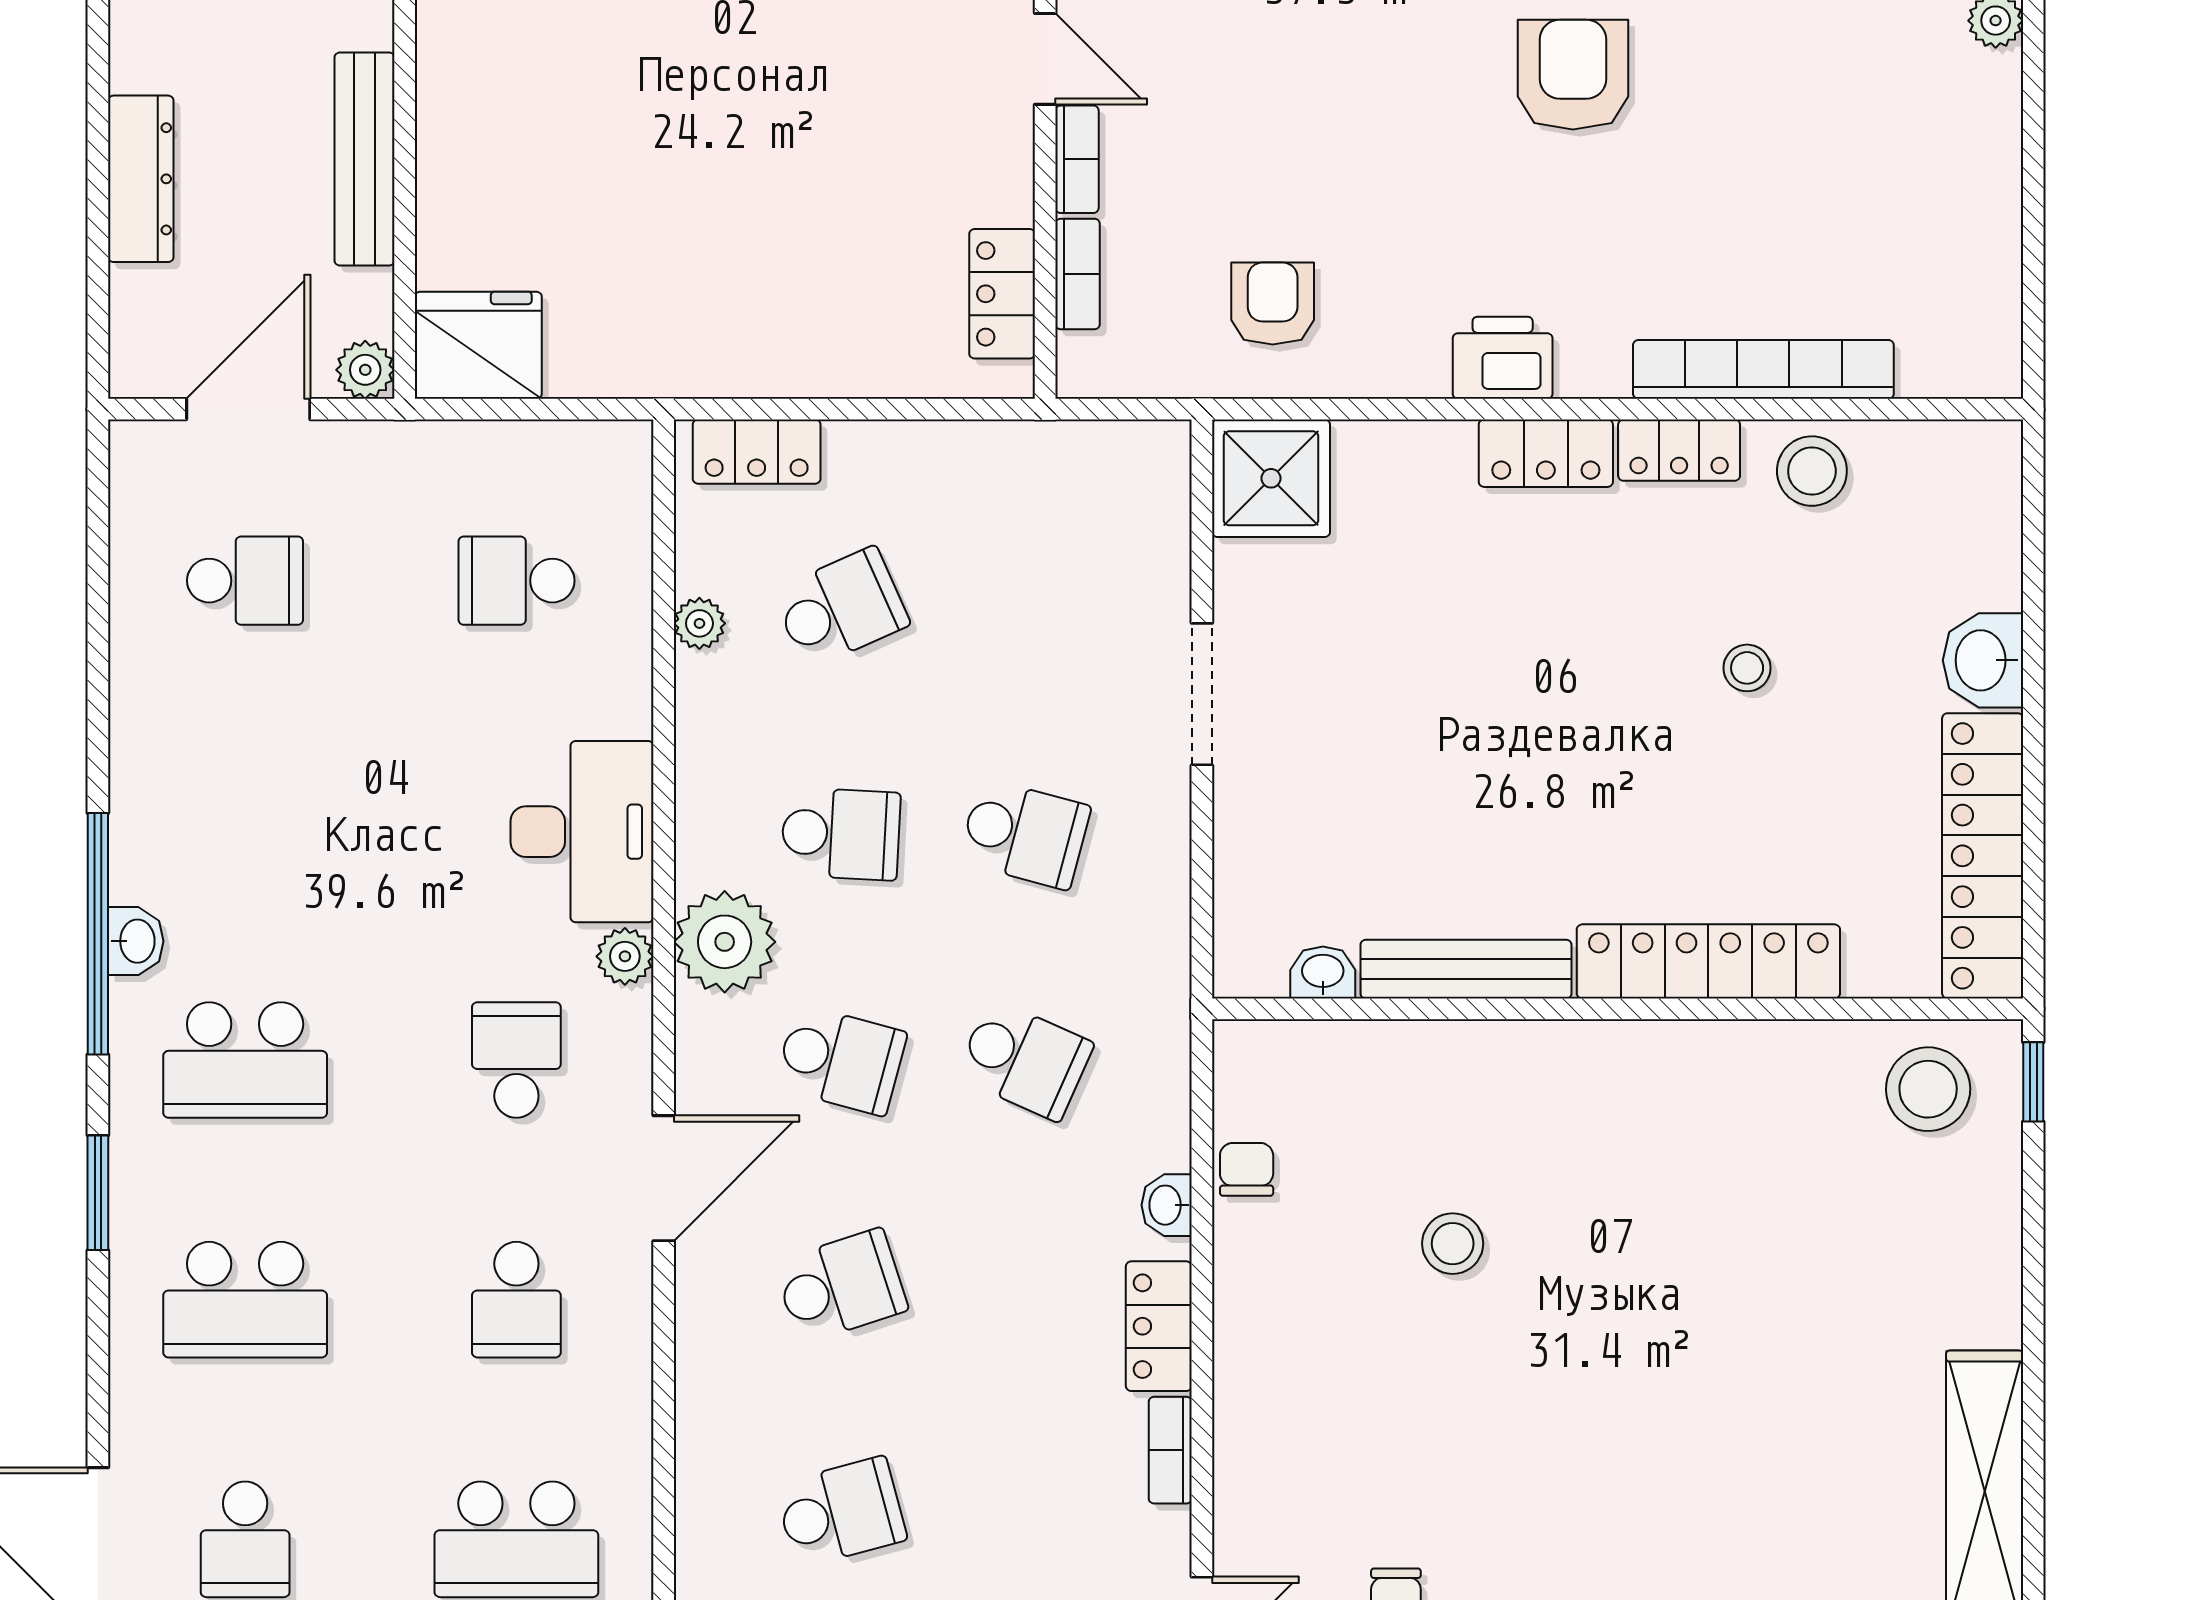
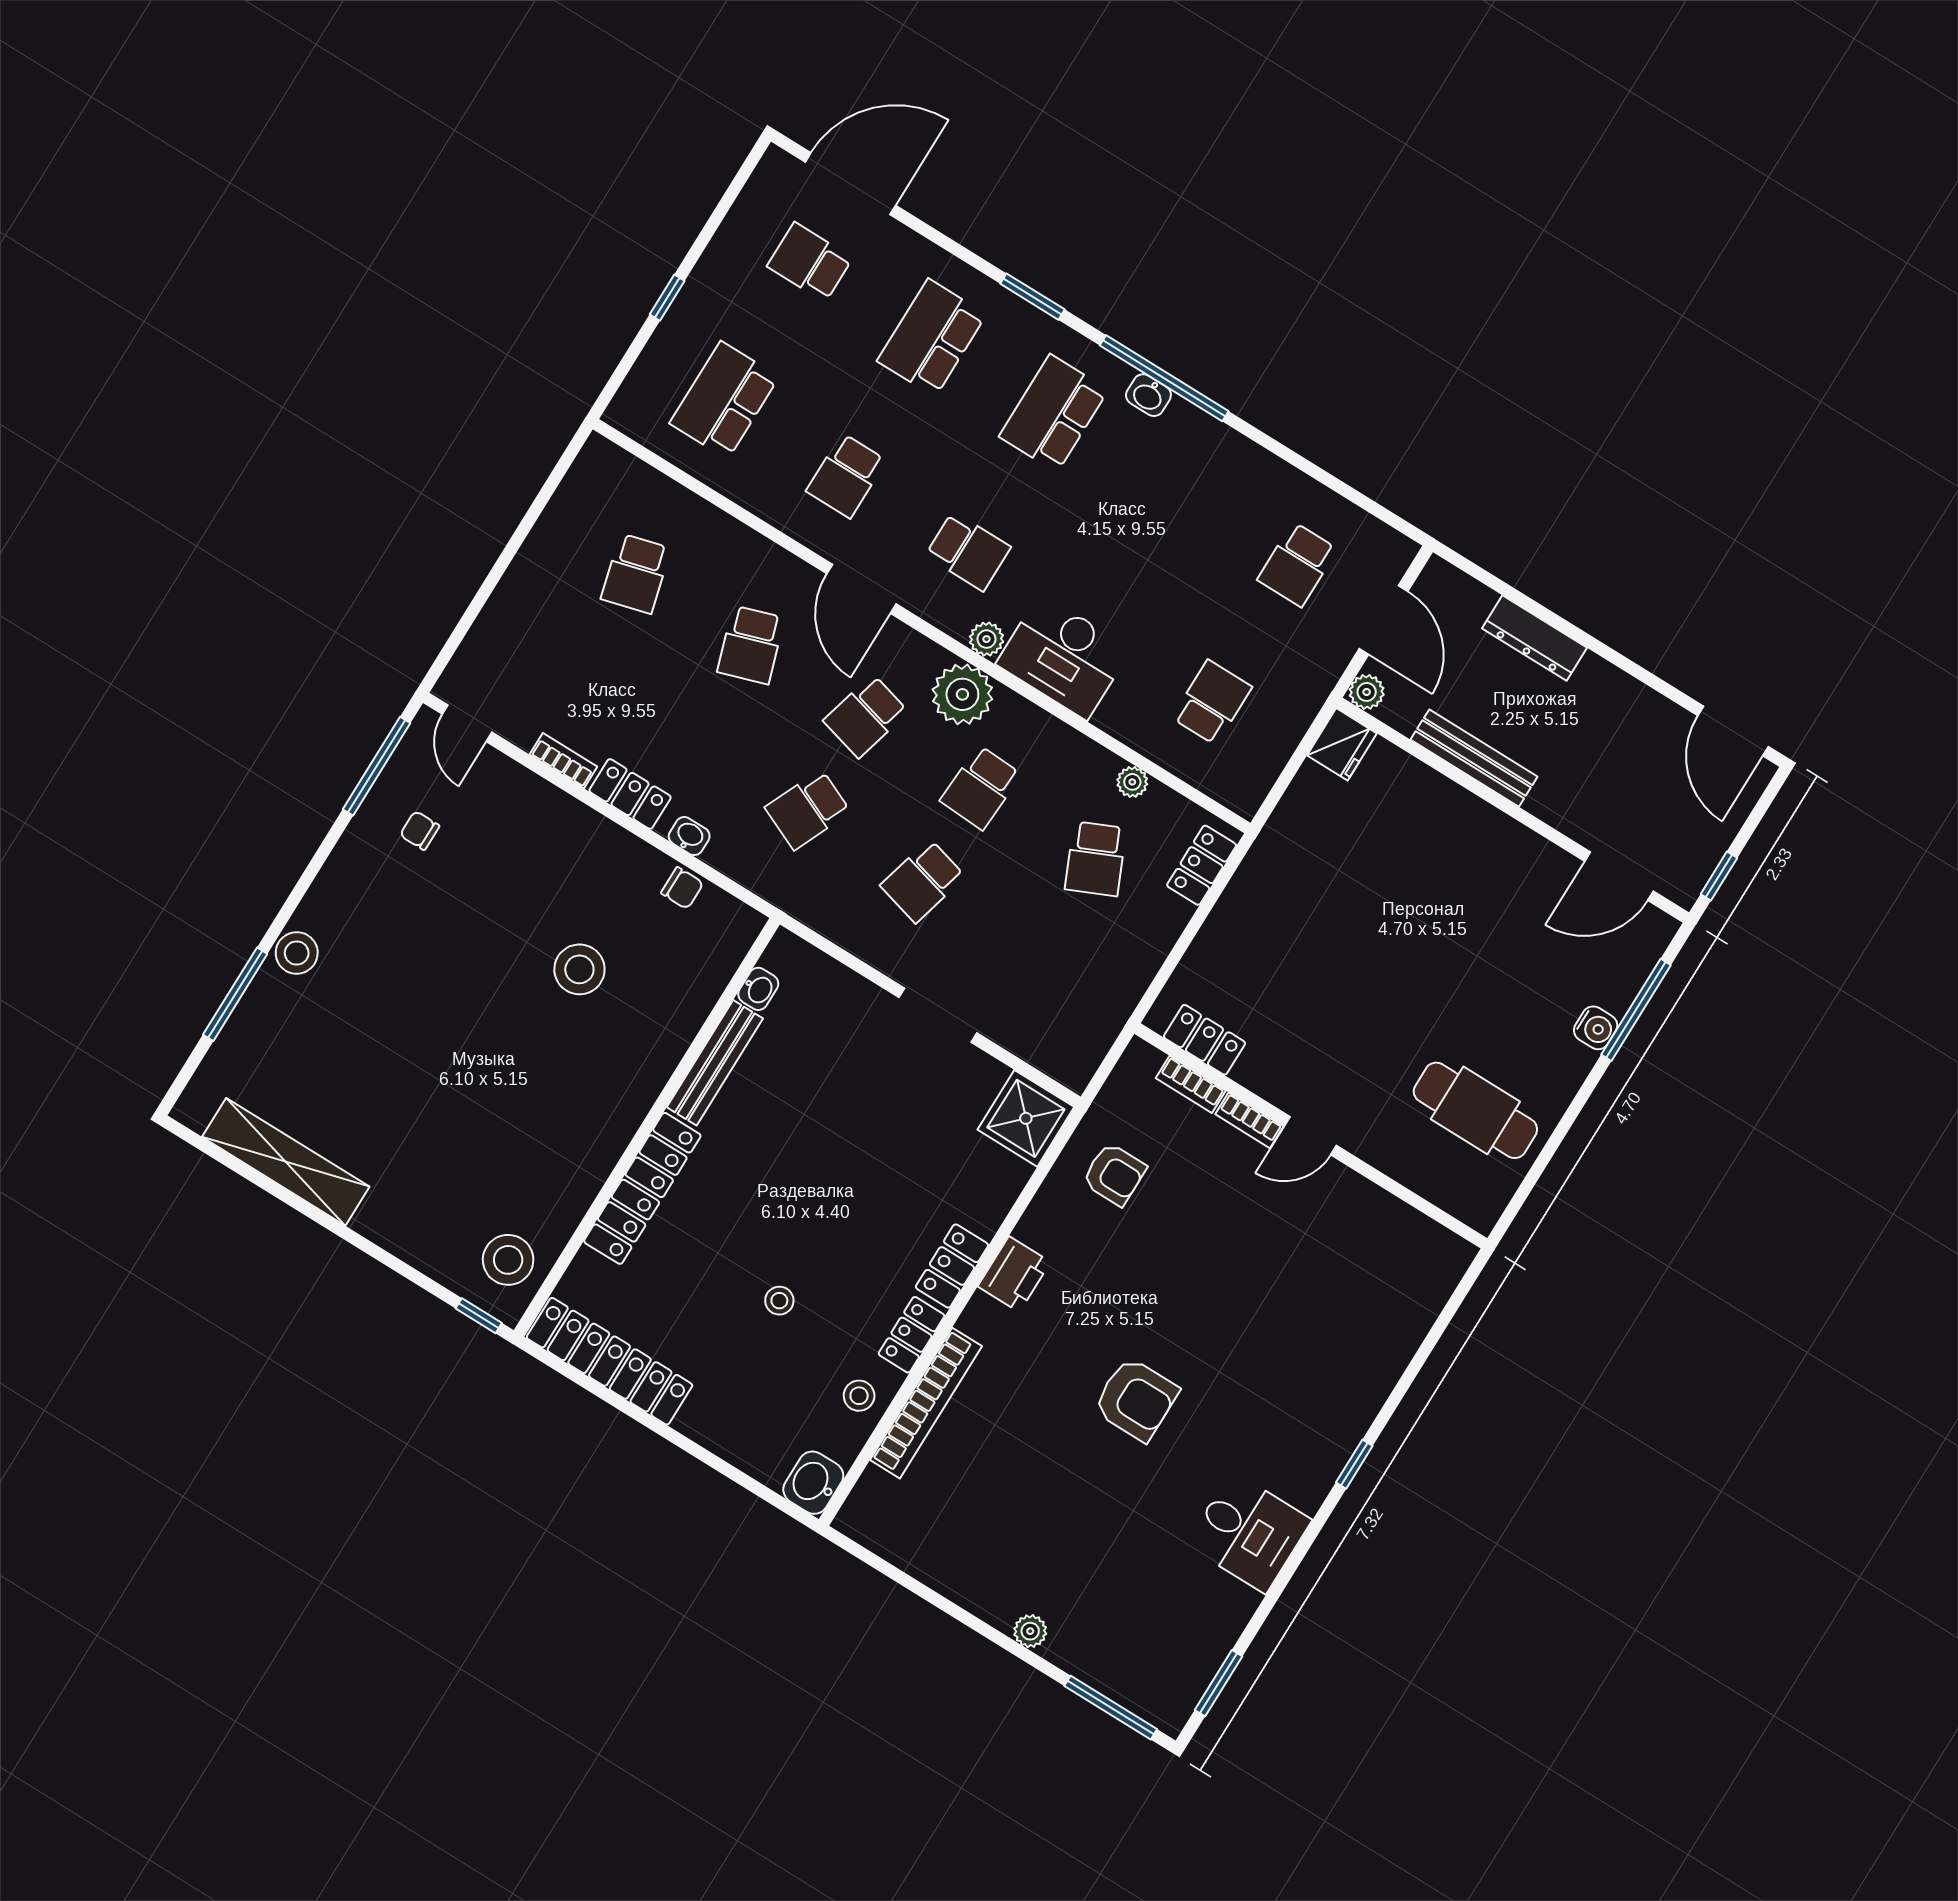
fridge: (478, 345) -> (1342, 744), width x0.73, depth x0.75
stool: (1812, 471) -> (859, 1396), width x0.73, depth x0.73
washbasin: (1983, 660) -> (813, 1483), moved, turned -90
stool: (1453, 1244) -> (579, 969), width x1.38, depth x1.38
school desk: (516, 1300) -> (846, 476), turned -90

